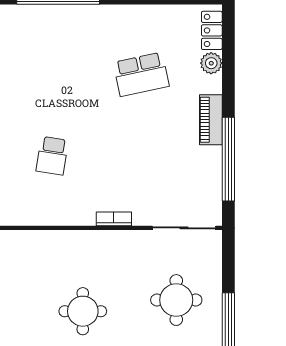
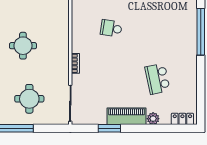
plant: (211, 63) -> (153, 119), moved
piano: (211, 120) -> (127, 116), width x1.37, depth x1.33
window: (228, 159) -> (109, 128), width x0.47

